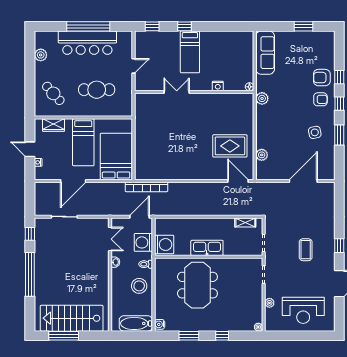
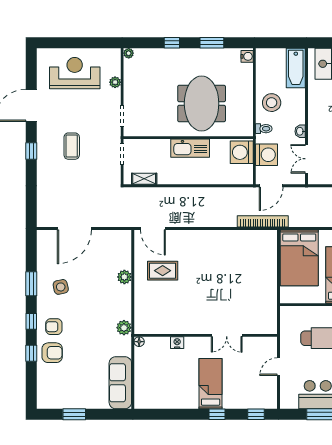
rug: (230, 146) -> (163, 271), width x0.73, depth x0.70
plant: (262, 155) -> (124, 277), moved
bathtub: (136, 323) -> (296, 68), moved, turned 90

